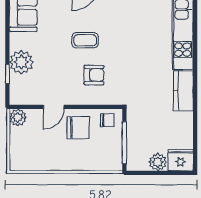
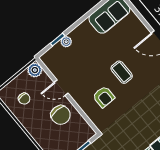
plant: (21, 62) -> (66, 42), width x0.53, depth x0.53
chair: (107, 120) -> (24, 99), moved

